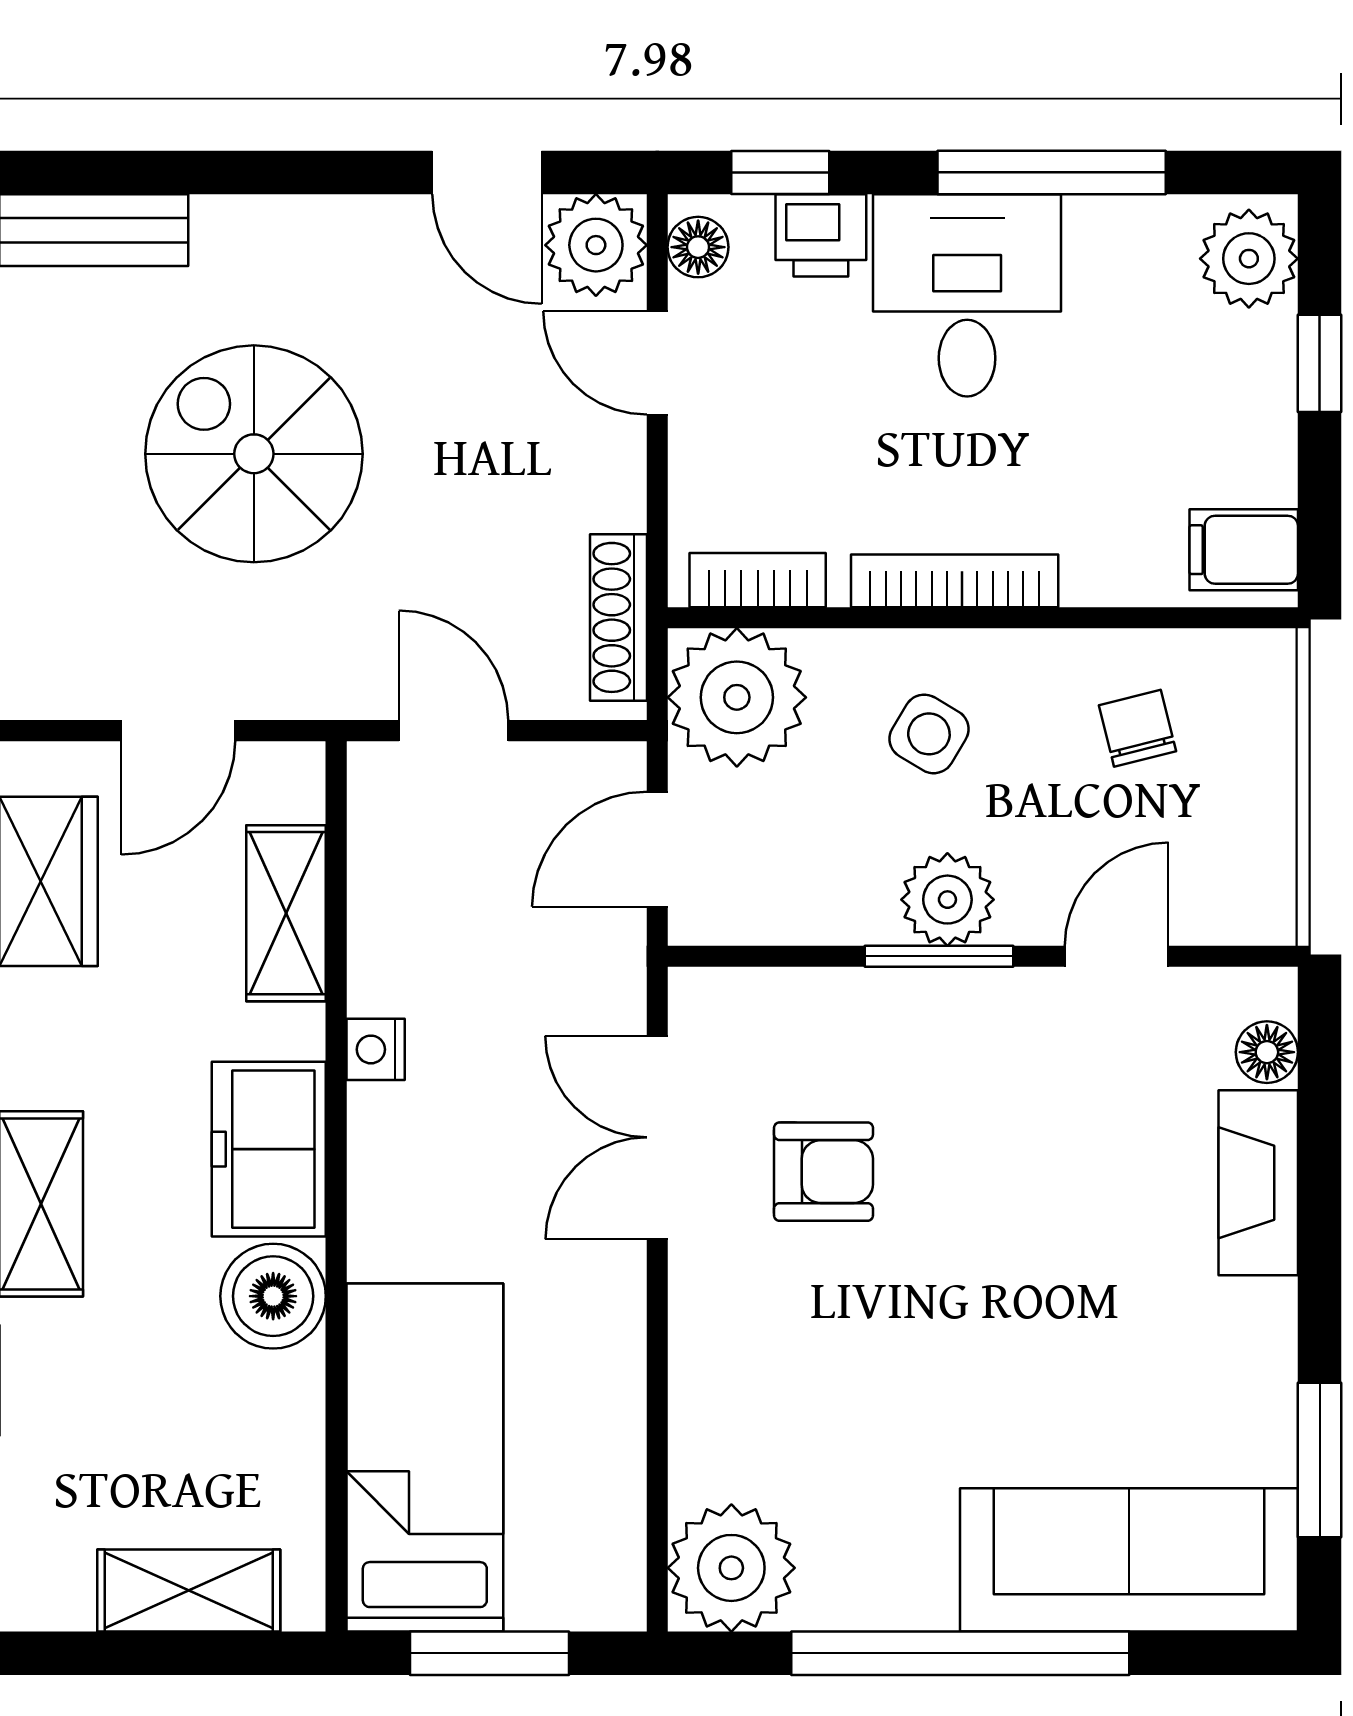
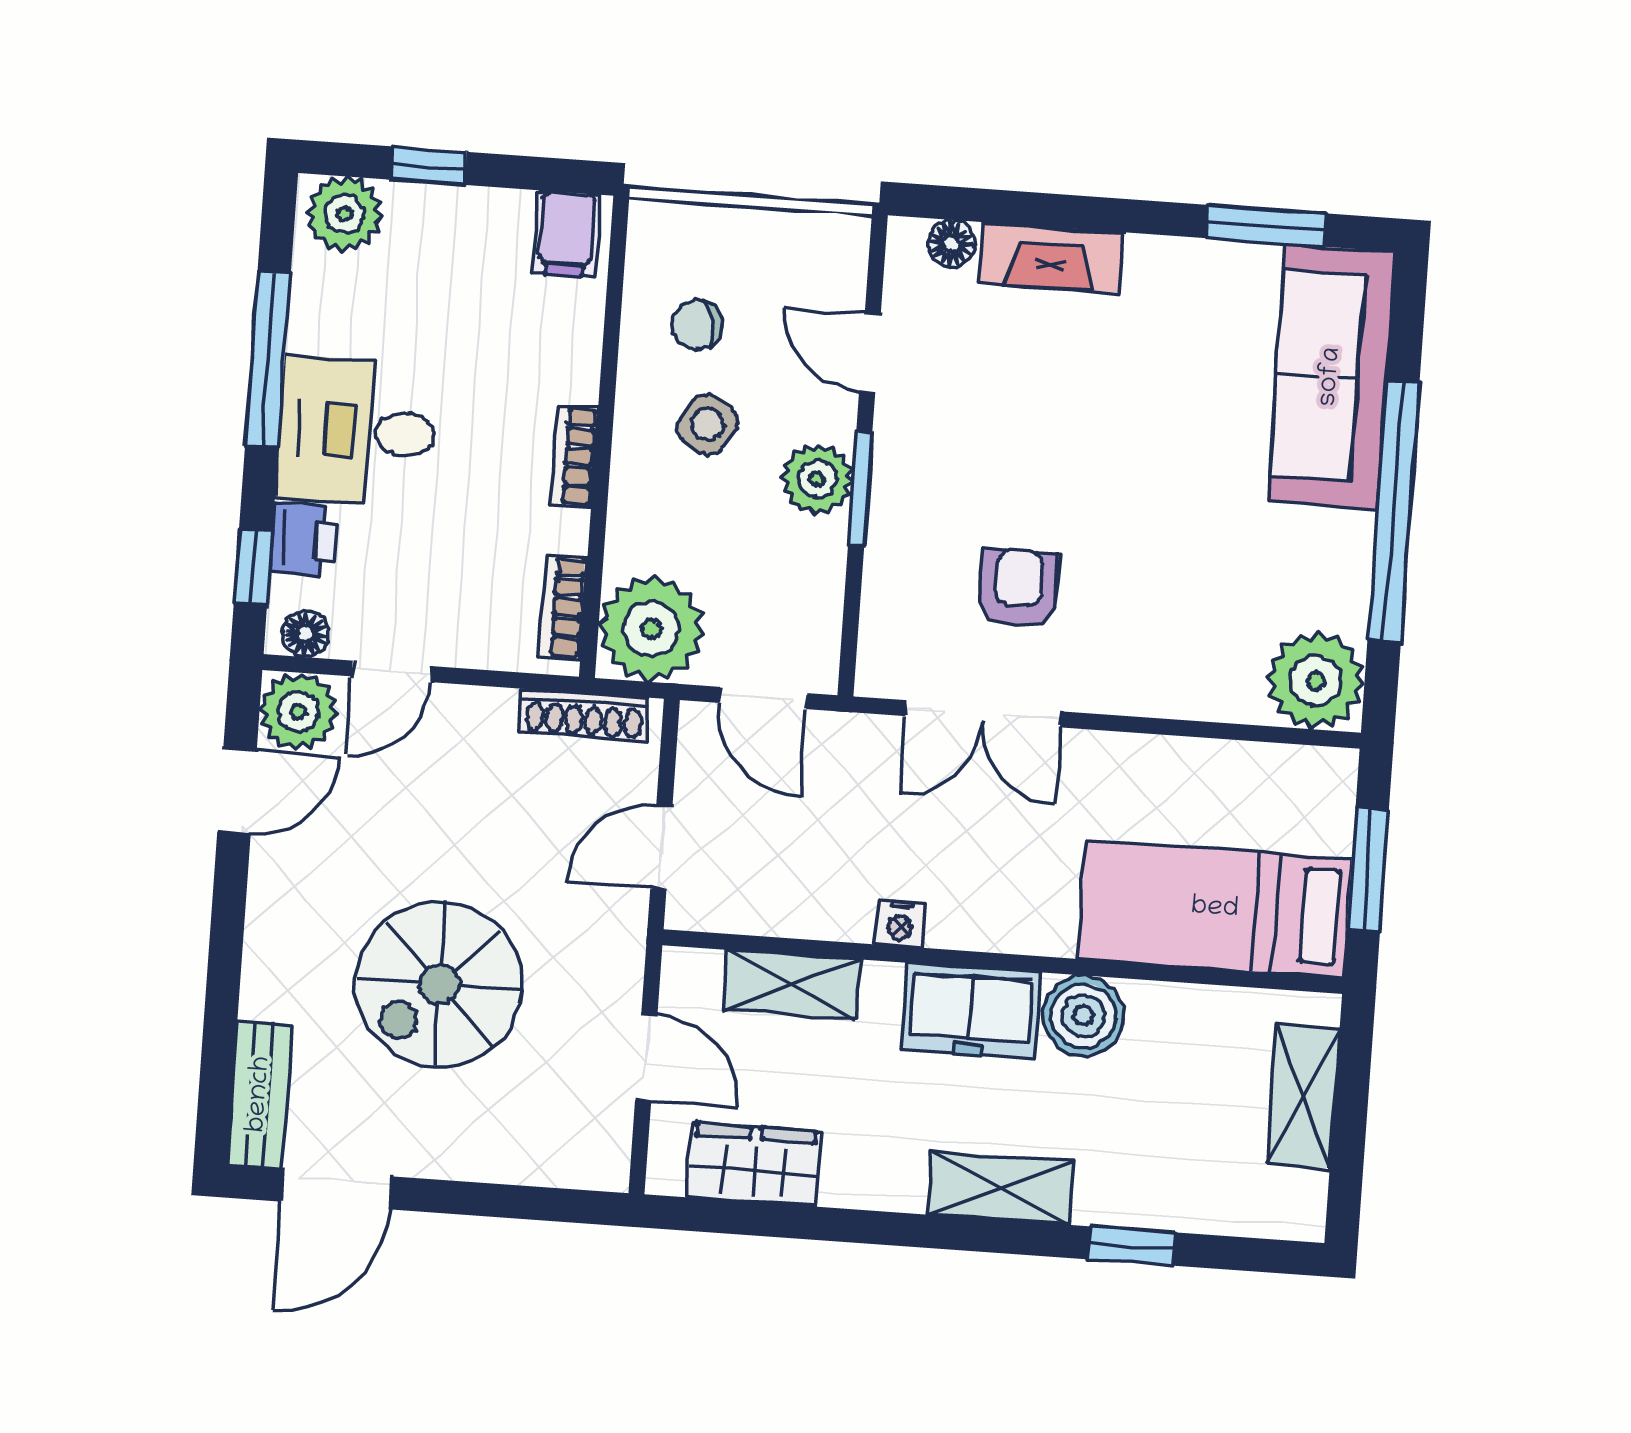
bookcase: (955, 581) -> (574, 456), width x0.64
side table: (929, 734) -> (707, 425), moved

